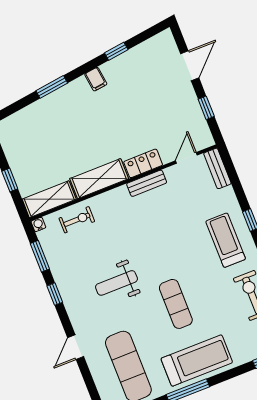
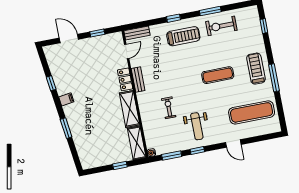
door: (186, 158) -> (127, 51), swing flipped
exercise bike: (77, 220) -> (169, 108), moved
treadmill: (226, 240) -> (183, 36), turned 180
weight bench: (116, 283) -> (197, 126), moved
treadmill: (197, 361) -> (256, 69), width x0.73, depth x0.73

